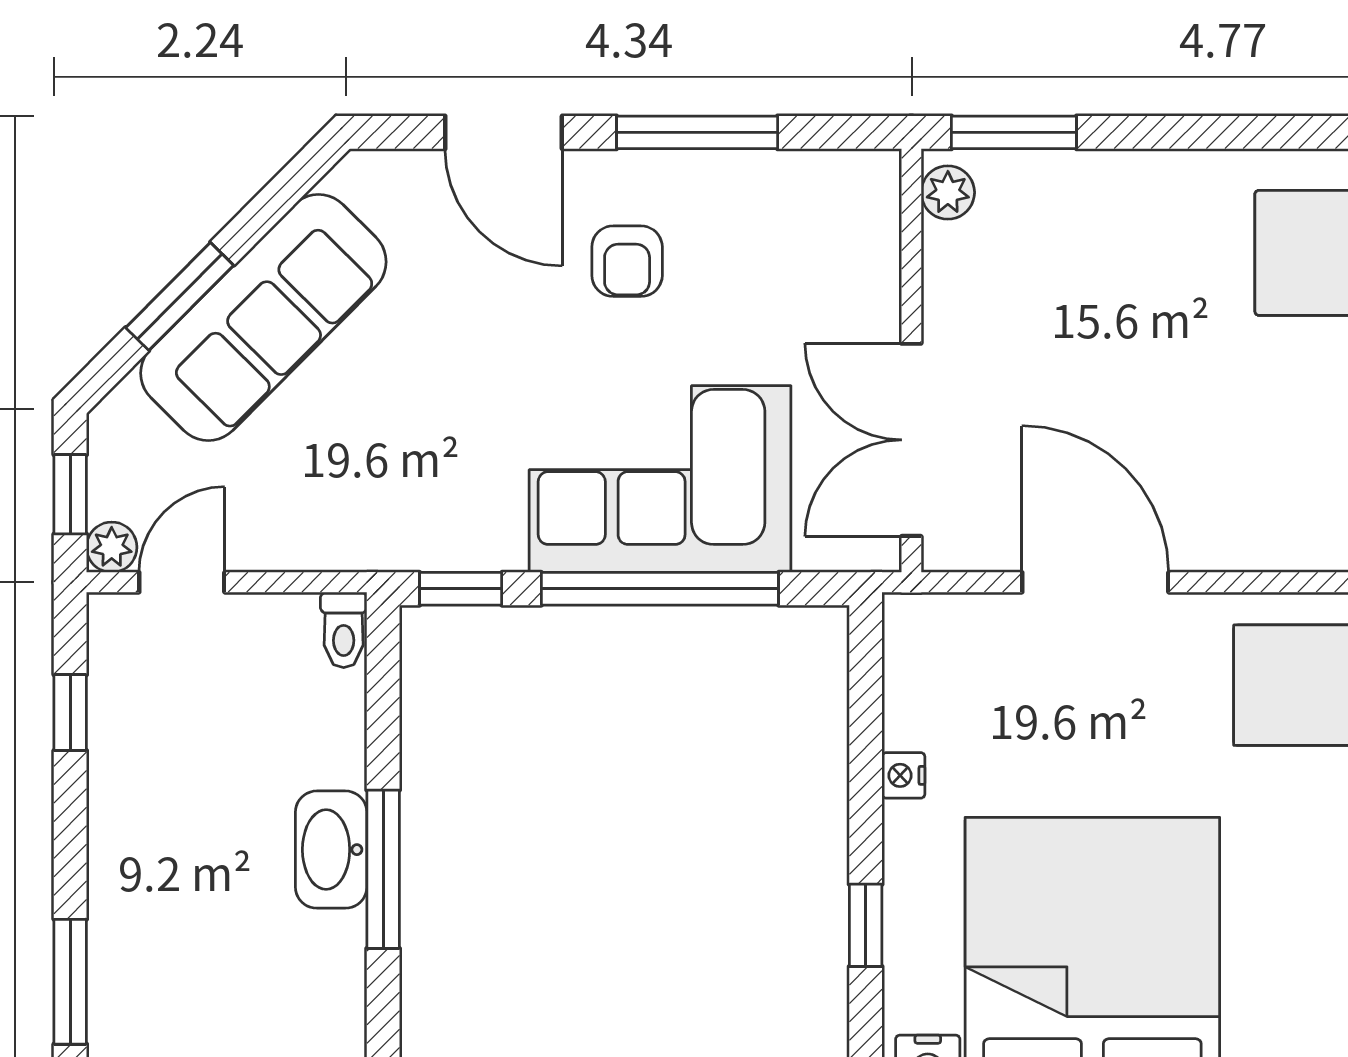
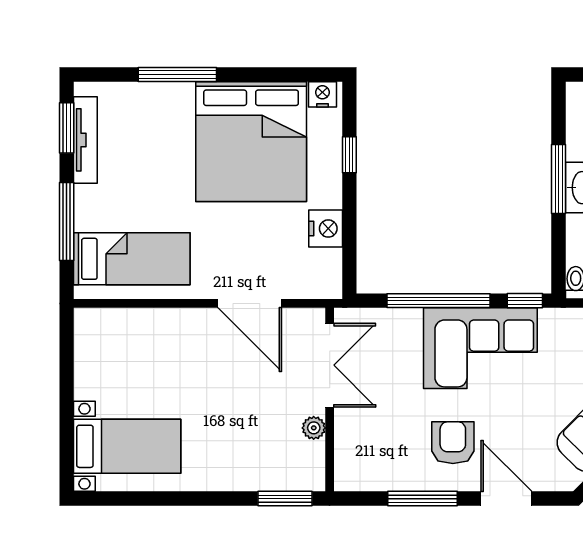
plant: (948, 192) -> (314, 428), moved
armchair: (627, 261) -> (453, 443), width x1.38, depth x1.38
corner sofa: (660, 479) -> (480, 348), moved
nightstand: (903, 775) -> (326, 229), width x1.89, depth x1.79

